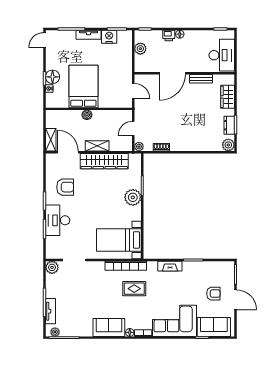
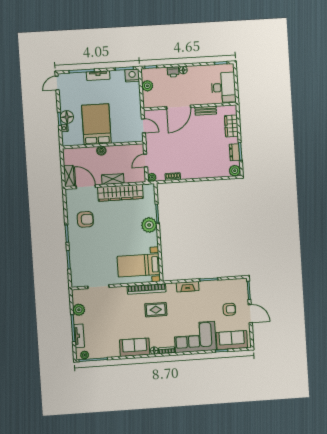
nightstand: (109, 37) -> (132, 75), moved
desk: (58, 220) -> (80, 251), removed
plant: (52, 267) -> (79, 310), moved

